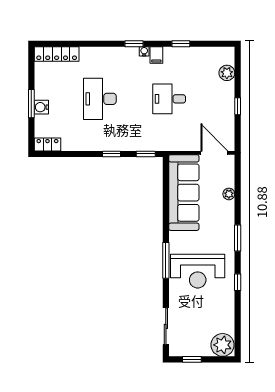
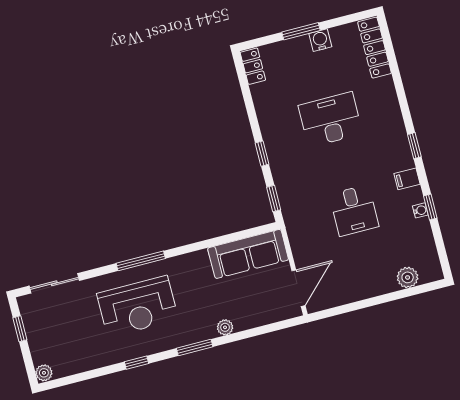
water cooler: (144, 51) -> (420, 210), moved
desk: (169, 99) -> (354, 210), turned 180
window: (238, 106) -> (367, 303), removed
water cooler: (41, 107) -> (320, 40), moved
sofa: (184, 193) -> (248, 254), width x0.74, depth x0.79
plant: (229, 194) -> (225, 327), moved
reception desk: (198, 271) -> (138, 306), turned -90
plant: (223, 345) -> (44, 373), width x0.53, depth x0.53

